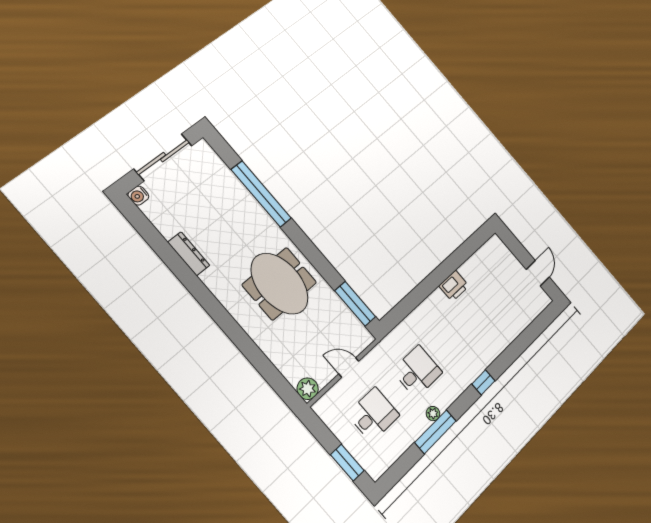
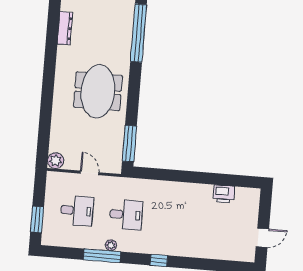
printer: (454, 286) -> (224, 194), moved

